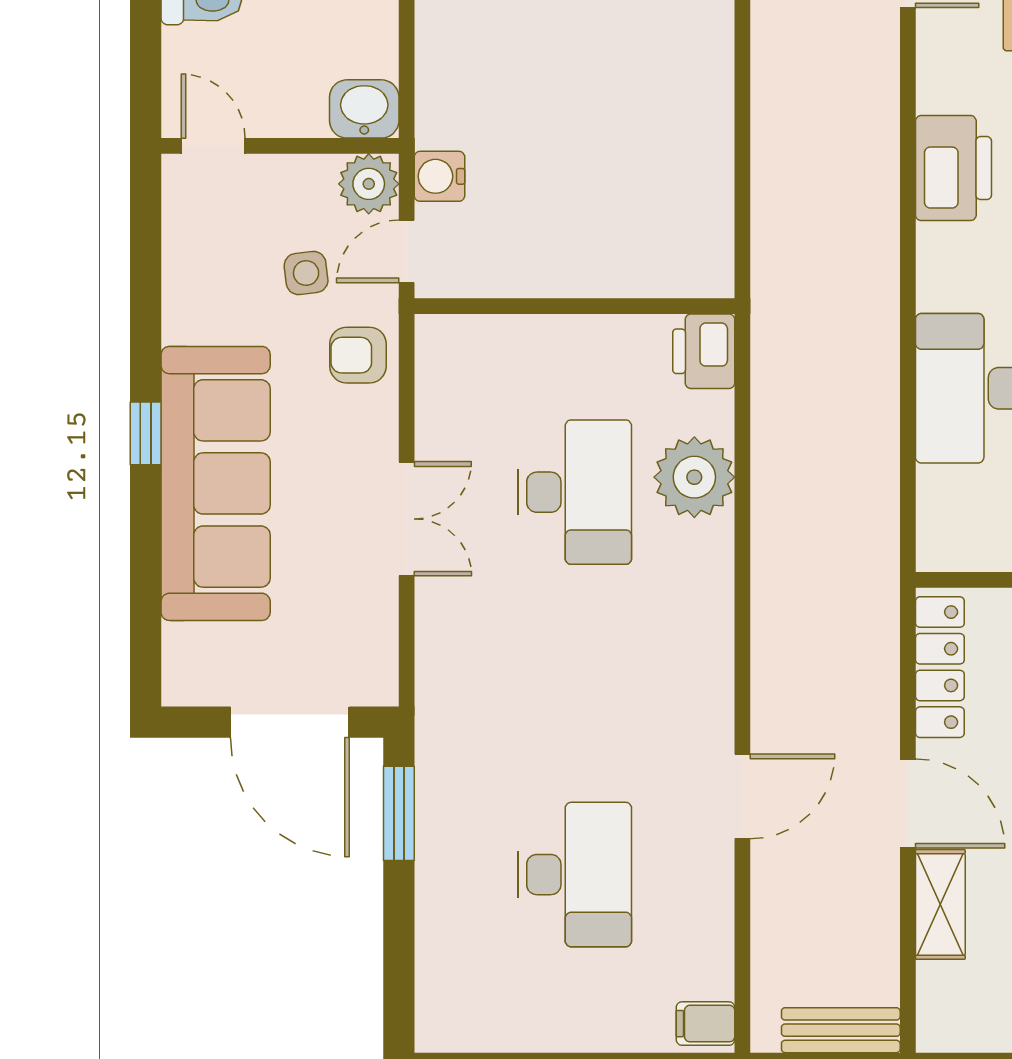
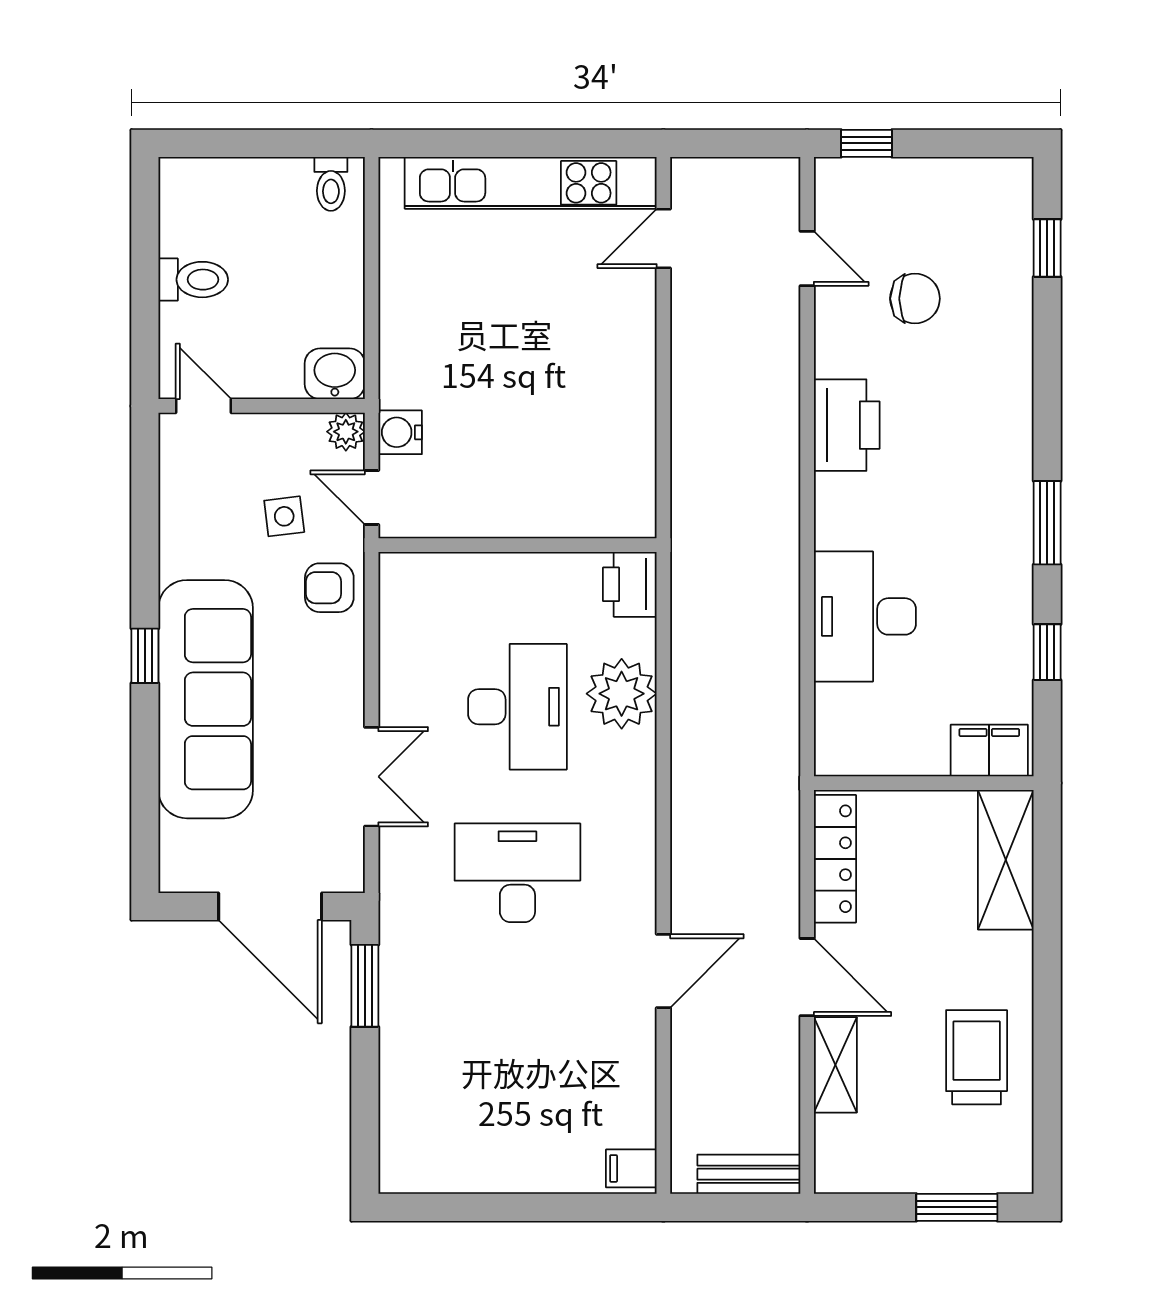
plant: (369, 184) -> (346, 432), width x0.73, depth x0.73
door: (407, 251) -> (372, 498), hinge flipped
double door: (407, 519) -> (372, 777), moved
desk: (575, 875) -> (517, 873), moved, turned -90

